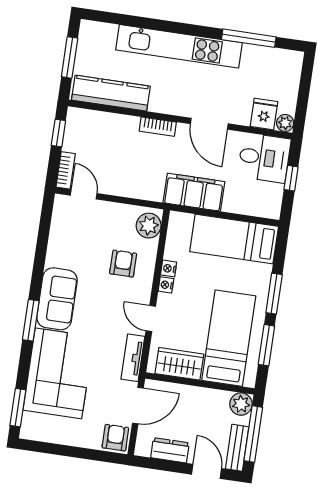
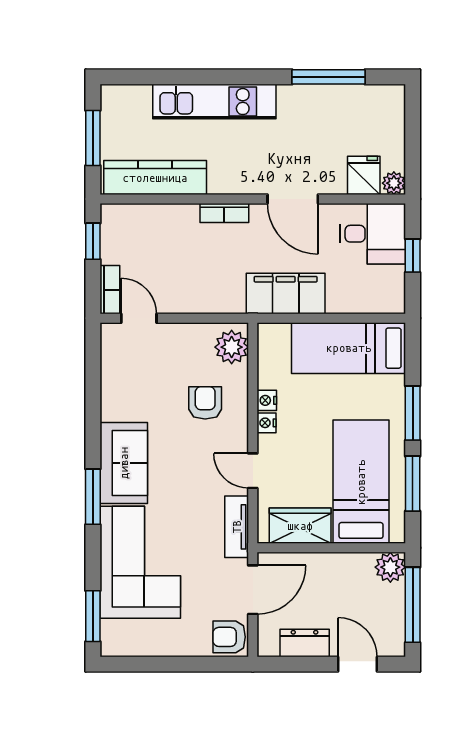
kitchen unit: (179, 46) -> (214, 102), width x0.73
armchair: (115, 438) -> (229, 637), turned -90
bench: (237, 448) -> (394, 626), removed

